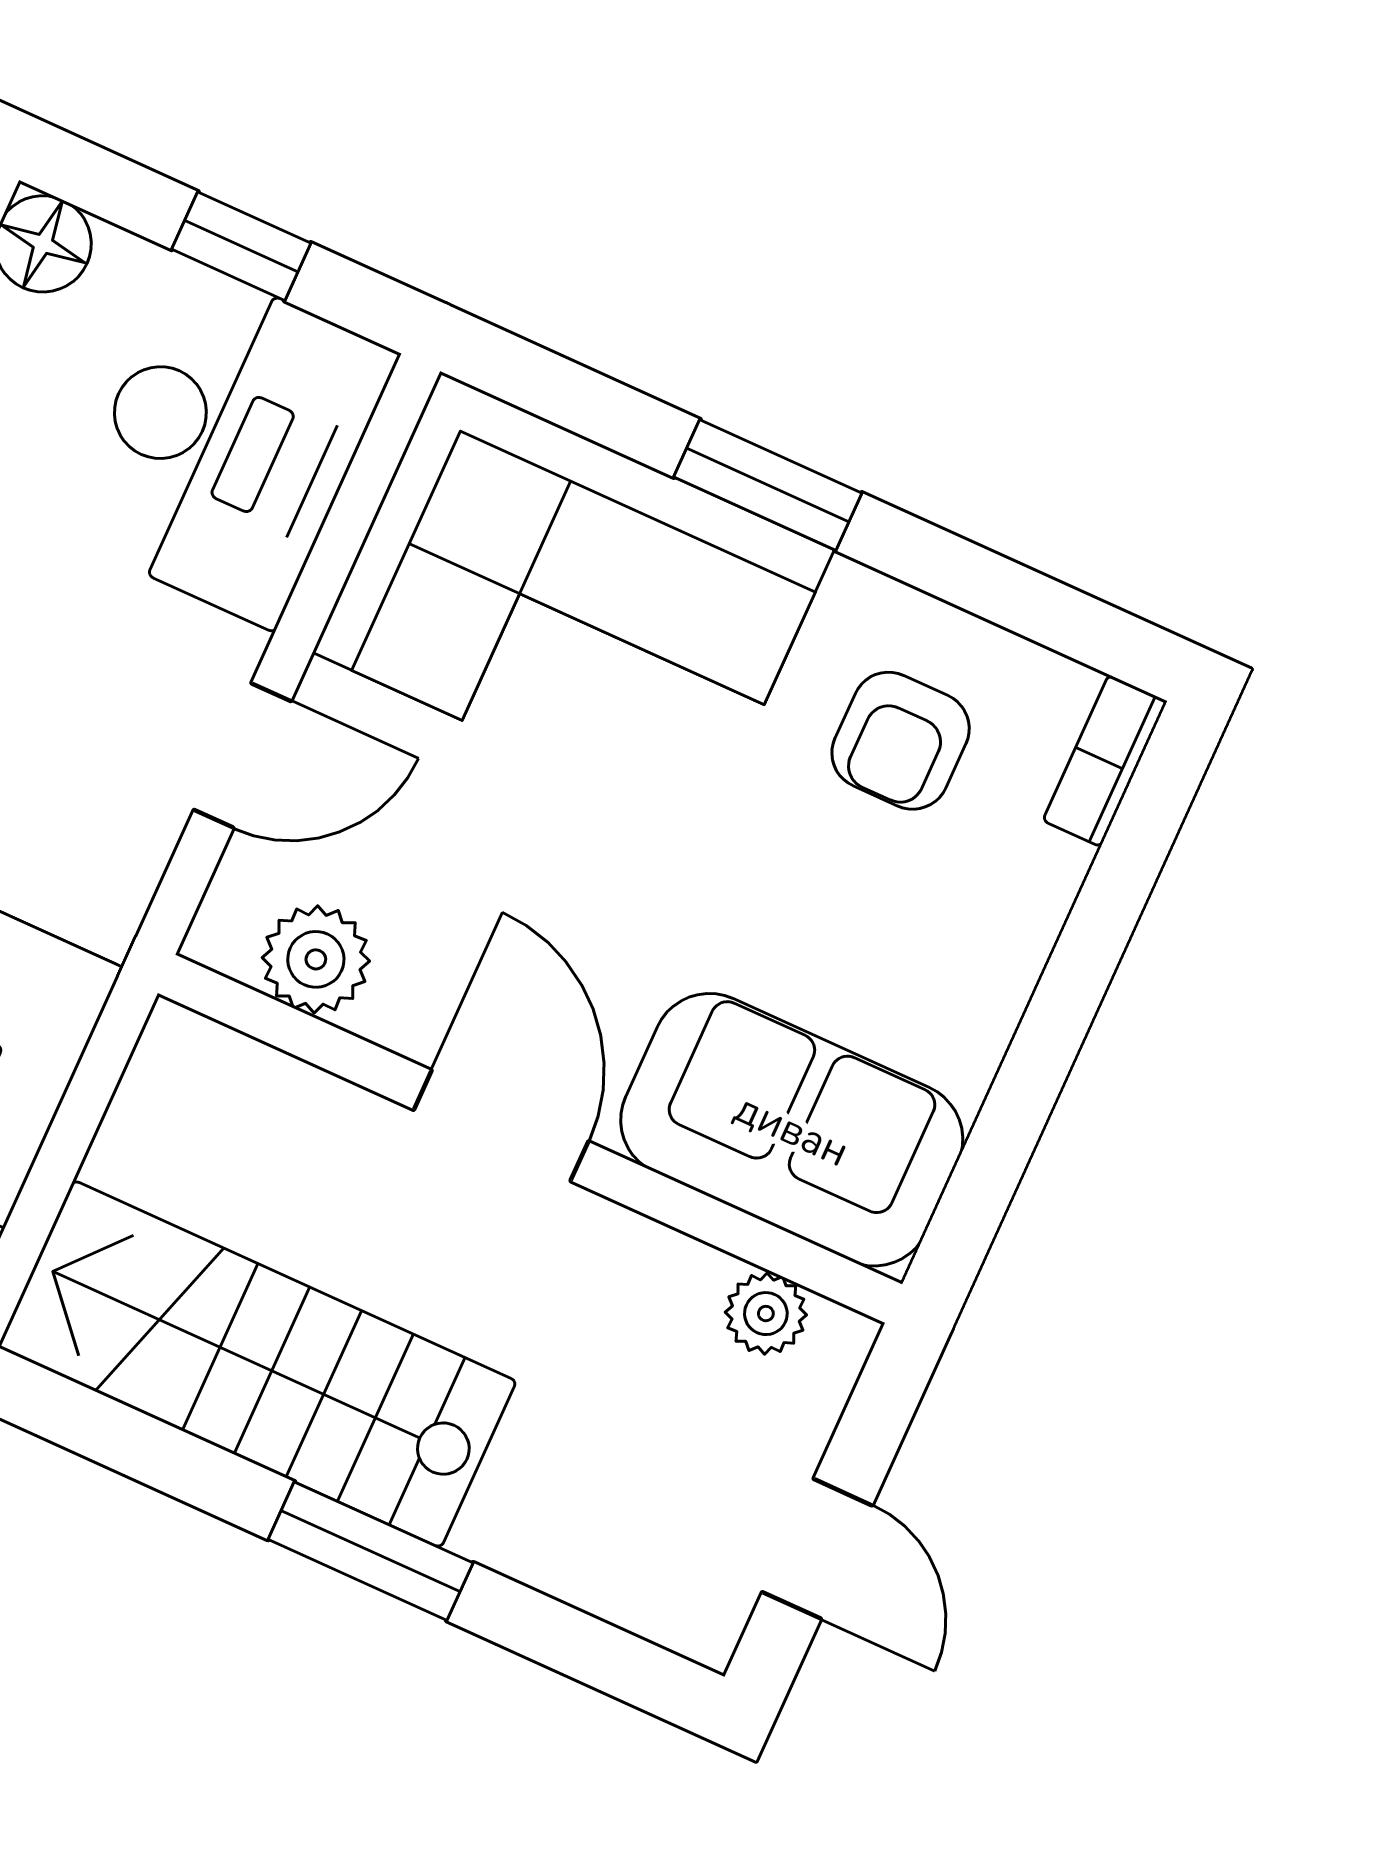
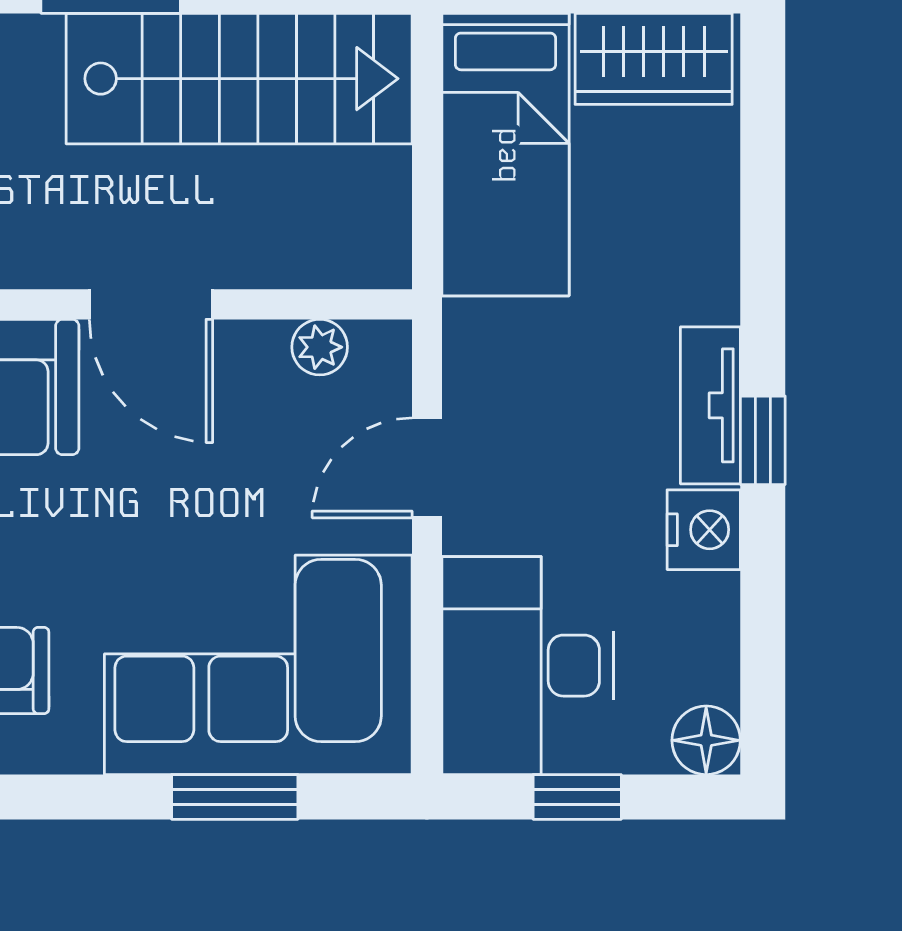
window: (768, 485) -> (235, 797), moved
plant: (316, 959) -> (320, 347), width x0.73, depth x0.73

